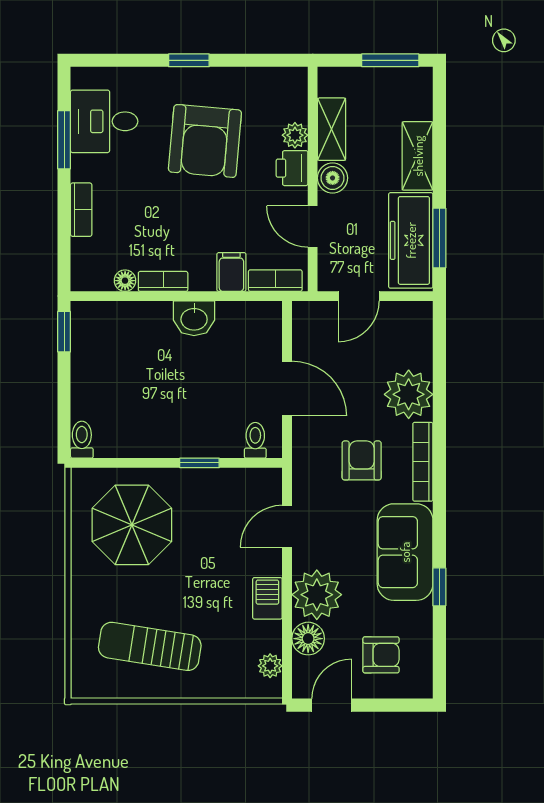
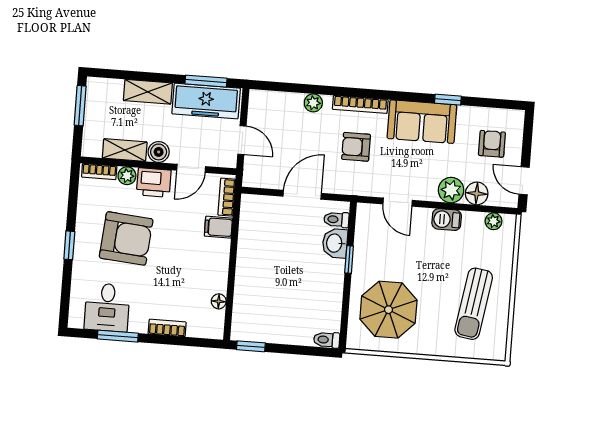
printer: (292, 168) -> (154, 182), width x1.36, depth x1.24
bookcase: (163, 281) -> (99, 172), moved, turned -90
washbasin: (194, 318) -> (335, 243), moved, turned 180
plant: (409, 394) -> (313, 103), width x0.53, depth x0.53
plant: (317, 595) -> (451, 190), width x0.73, depth x0.73

